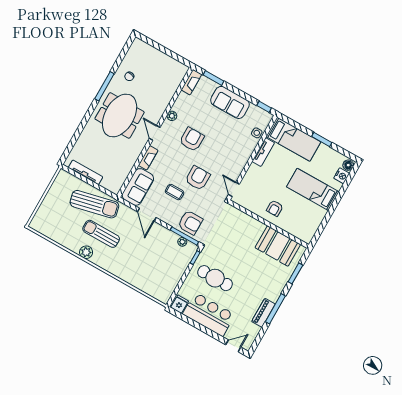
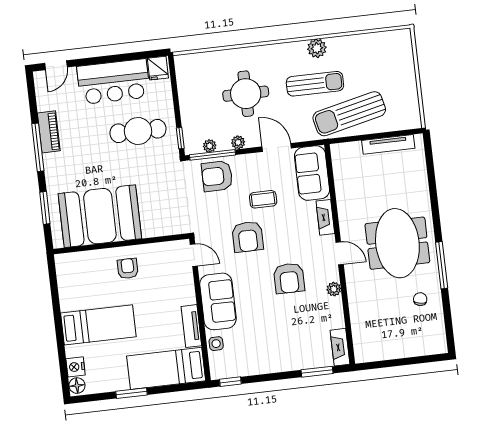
sofa: (230, 102) -> (218, 301), moved, turned 90
plant: (166, 233) -> (238, 142), added
booth: (278, 246) -> (100, 216), width x1.36, depth x1.42
round table: (142, 256) -> (246, 94), added

